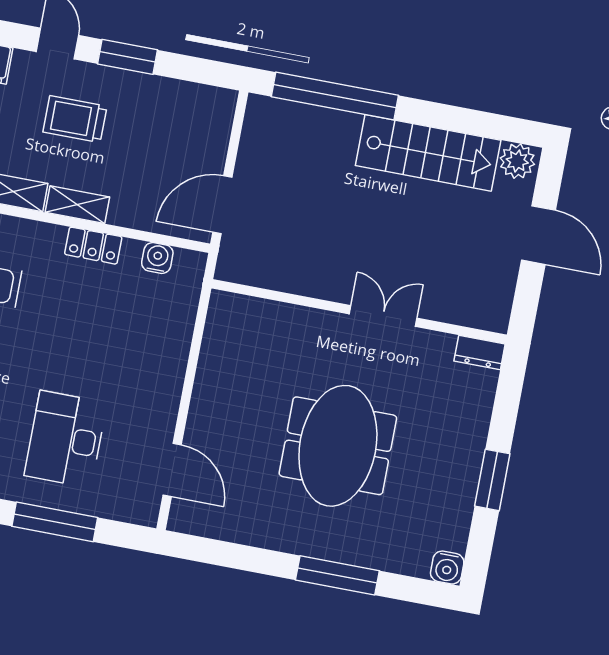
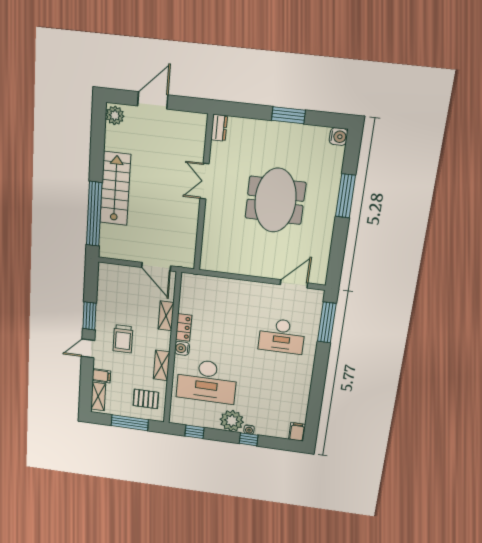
stairs: (428, 153) -> (115, 189), moved
shelving: (77, 205) -> (166, 316), moved
water cooler: (157, 258) -> (182, 348), moved
meeting table: (338, 446) -> (275, 200), turned 90
window: (55, 522) -> (327, 322), moved

